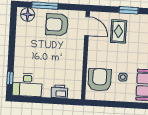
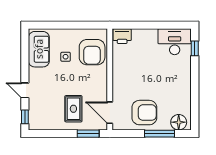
window: (129, 10) -> (88, 134), moved
printer: (59, 91) -> (122, 36), moved

